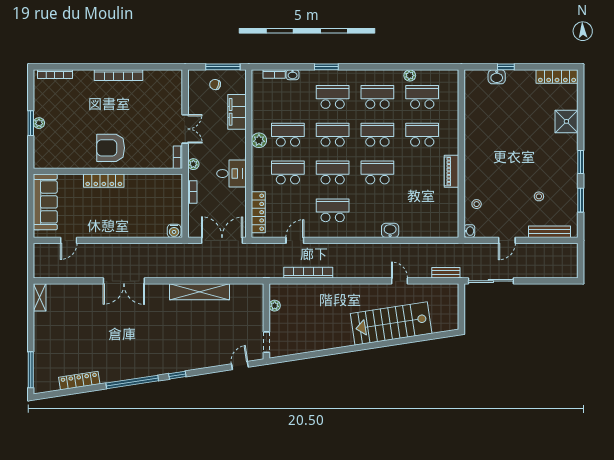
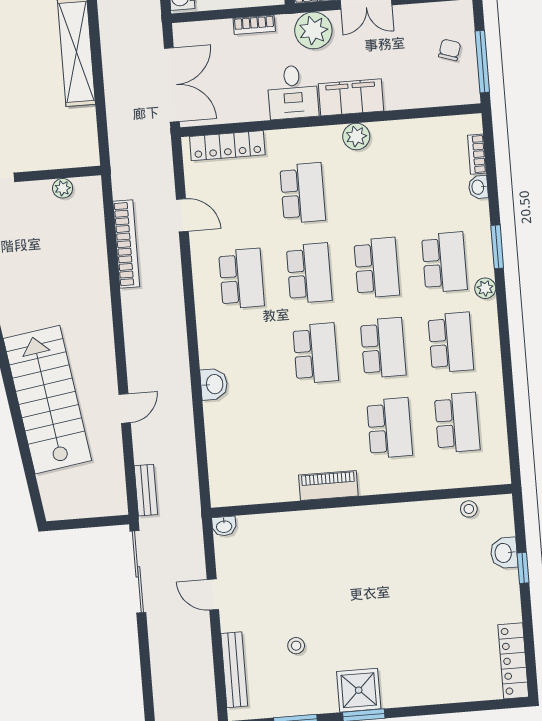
plant: (410, 75) -> (485, 288), moved
filing cabinet: (237, 112) -> (351, 97), moved
shower: (566, 121) -> (359, 690), moved
school desk: (288, 135) -> (370, 188), removed
plant: (193, 164) -> (313, 30), width x1.88, depth x1.88
stool: (477, 204) -> (469, 509), moved

